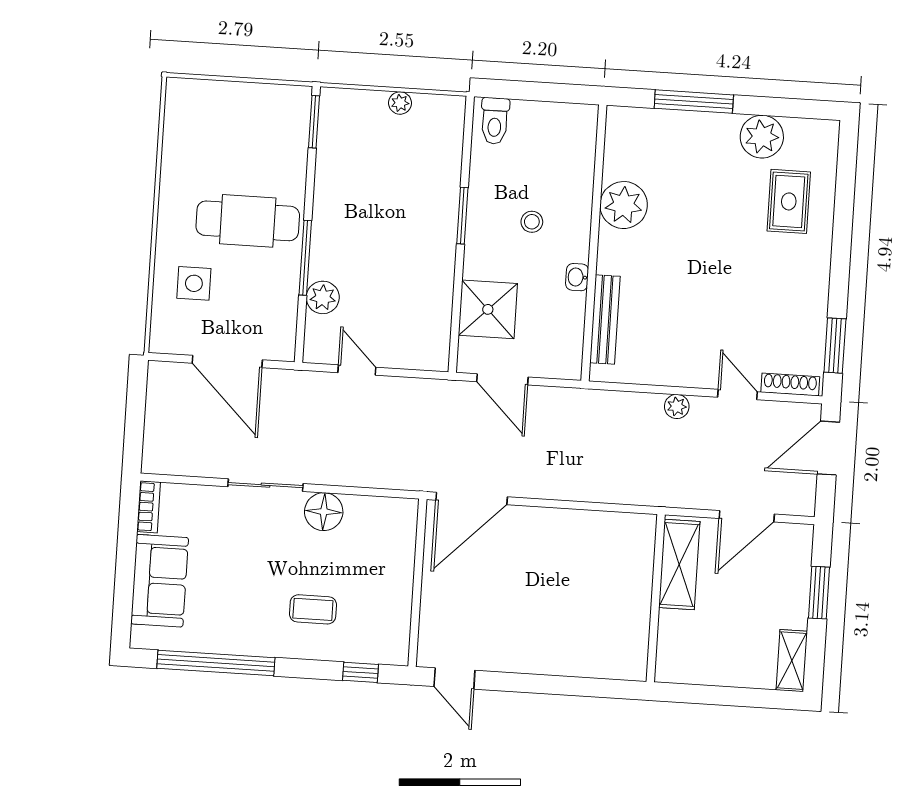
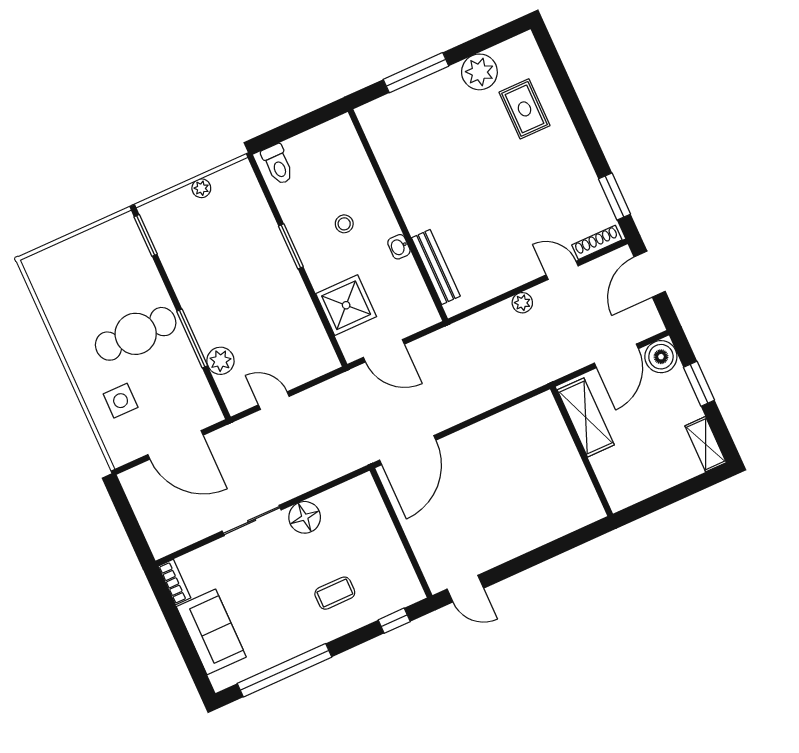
plant: (624, 205) -> (405, 176), removed
boiler: (794, 542) -> (661, 357), added

